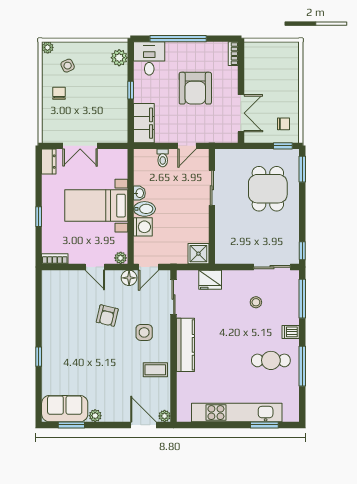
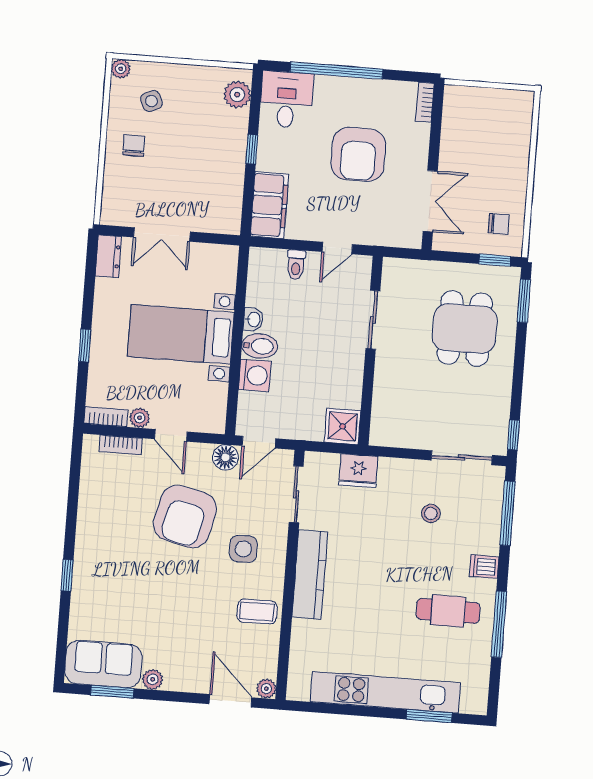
plant: (121, 258) -> (140, 418), moved
bookcase: (65, 275) -> (121, 445), added
armchair: (107, 316) -> (185, 516), width x1.88, depth x1.88

